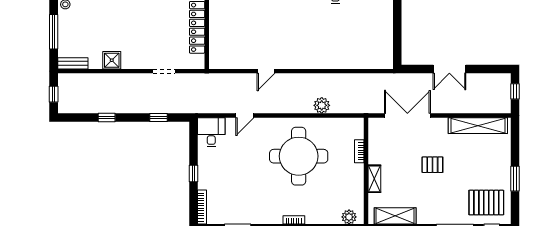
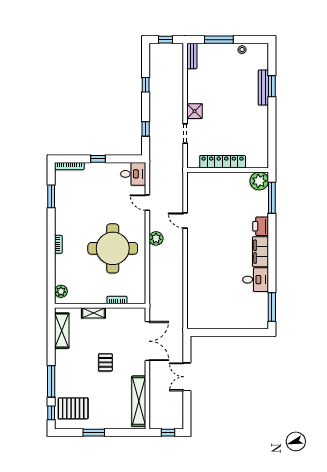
shower: (112, 60) -> (195, 111), moved
plant: (322, 105) -> (156, 238), moved
pallet: (486, 203) -> (73, 408), turned 90

